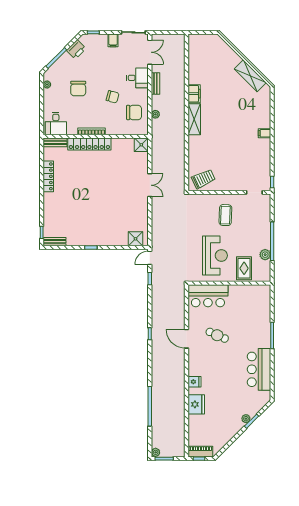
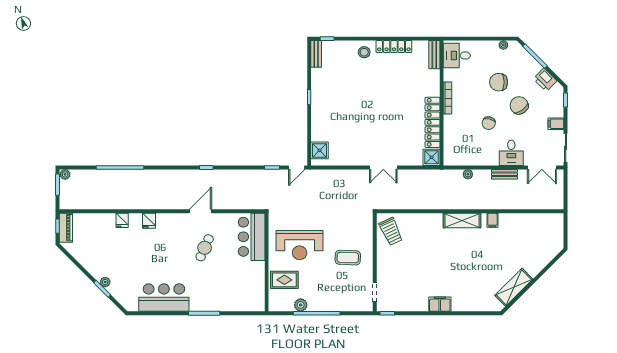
filing cabinet: (194, 94) -> (492, 220), width x0.50
chair: (134, 112) -> (519, 105), moved, turned 146
filing cabinet: (264, 133) -> (440, 304), width x2.00
locker: (89, 144) -> (432, 122), moved
stool: (53, 201) -> (364, 52), added
door: (150, 258) -> (297, 167), swing flipped
fridge: (196, 404) -> (122, 220), width x0.53, depth x0.75

